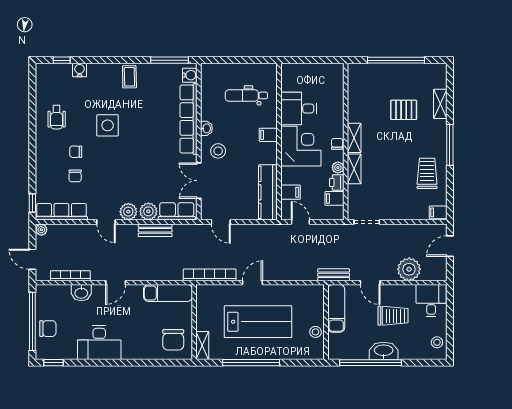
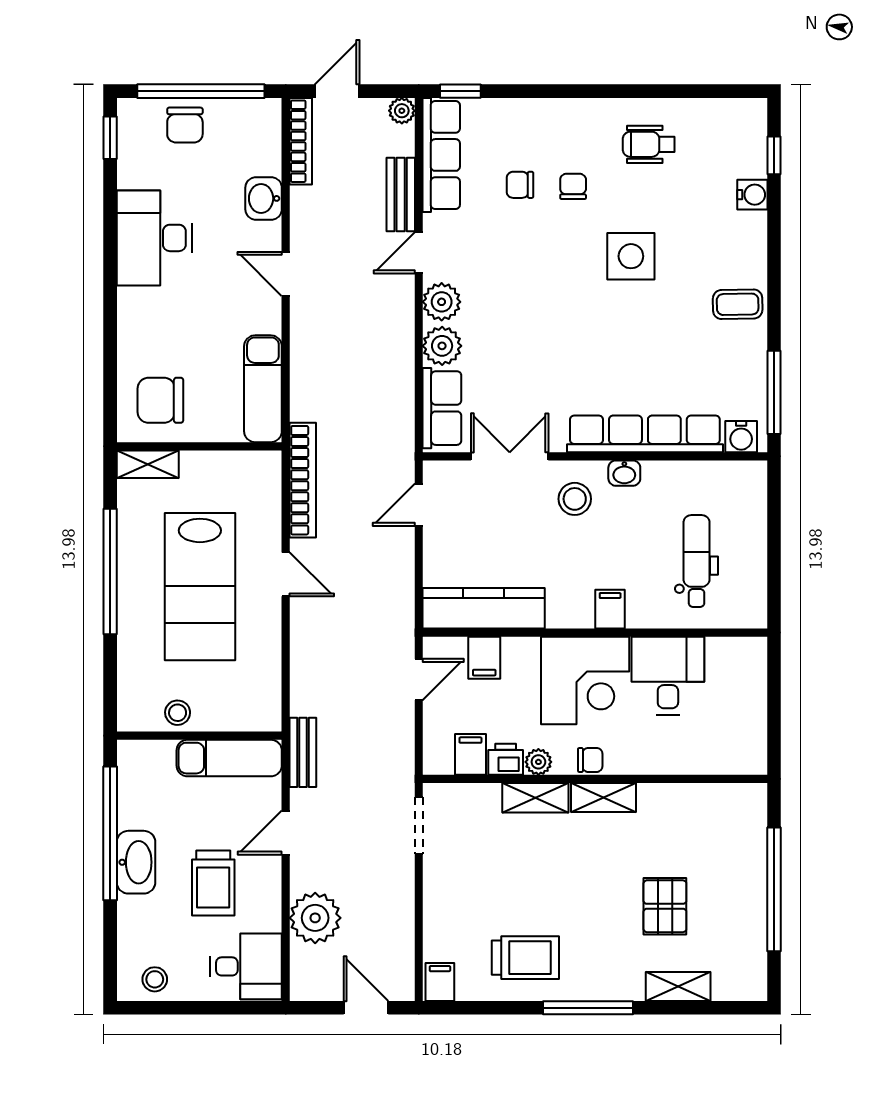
bench: (155, 230) -> (401, 195), moved
bookcase: (70, 276) -> (301, 141), moved

